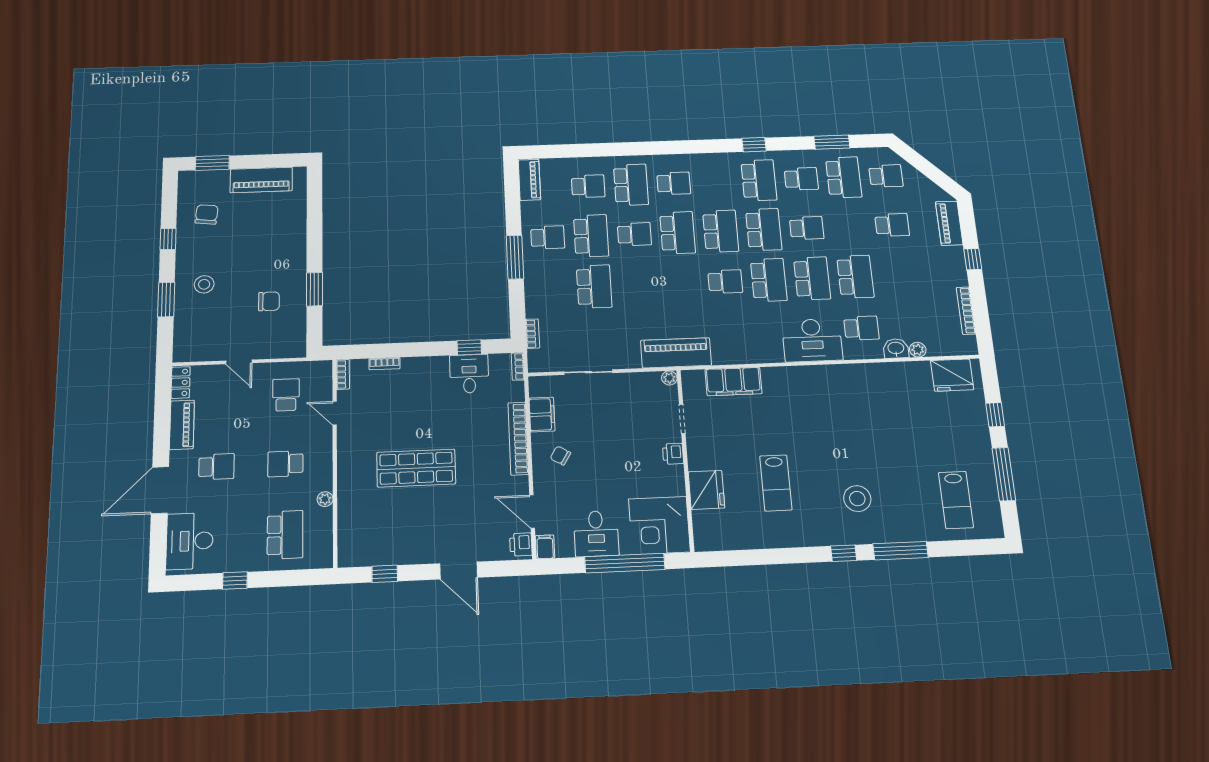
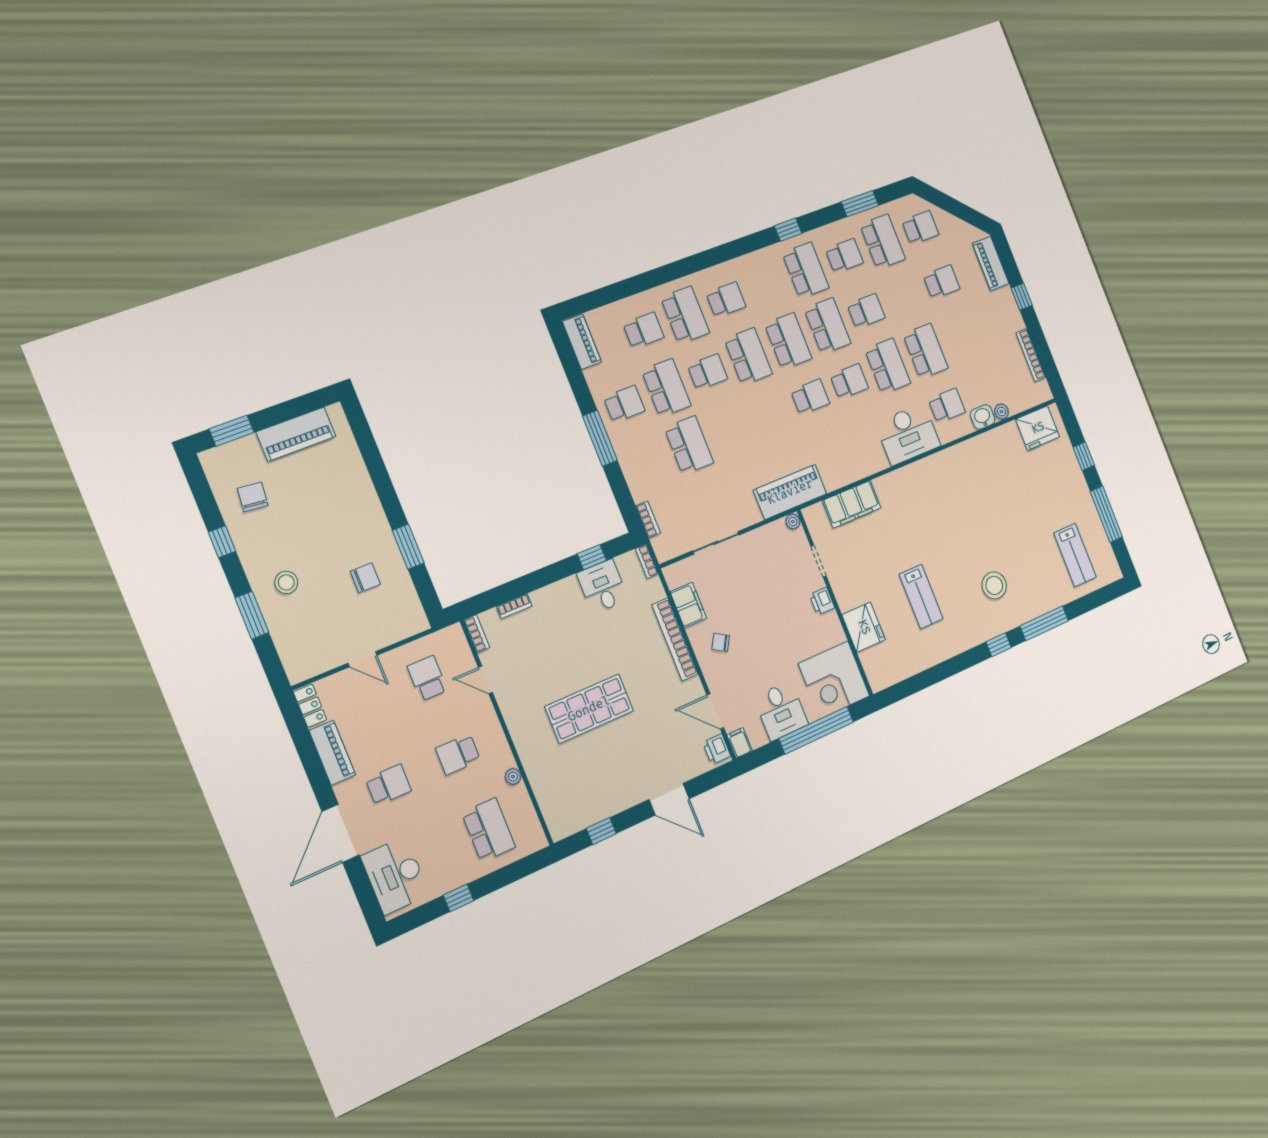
school desk: (769, 280) -> (849, 381), width x0.54

